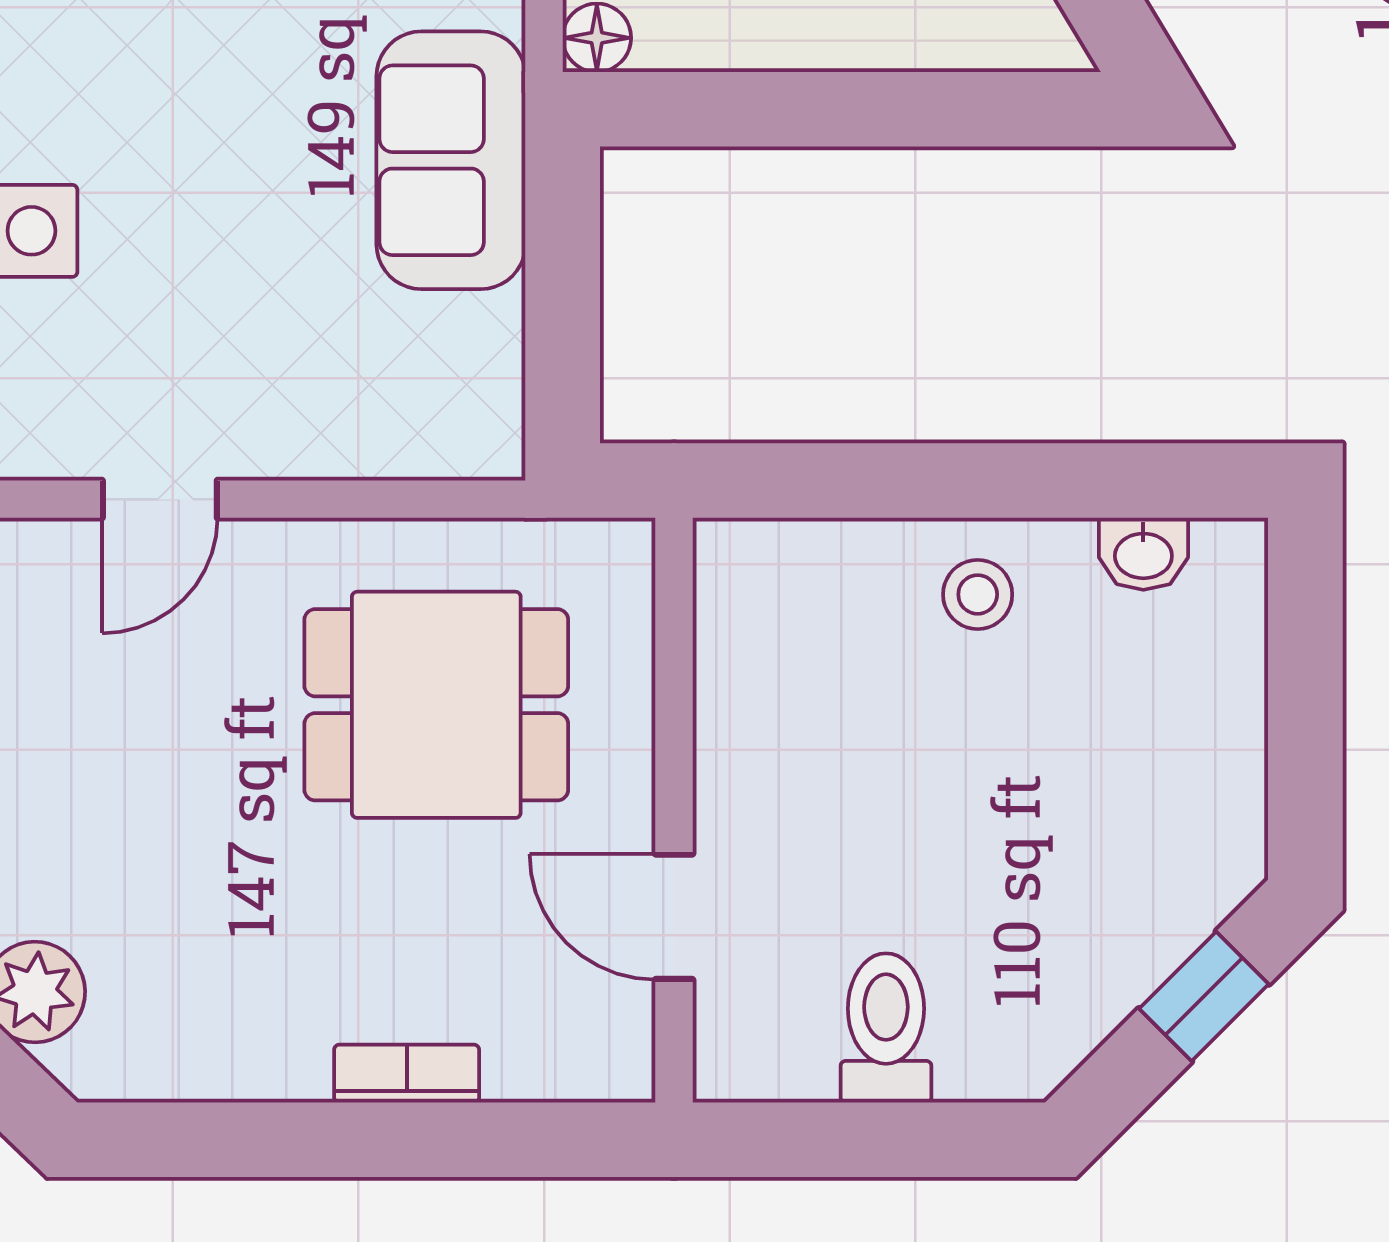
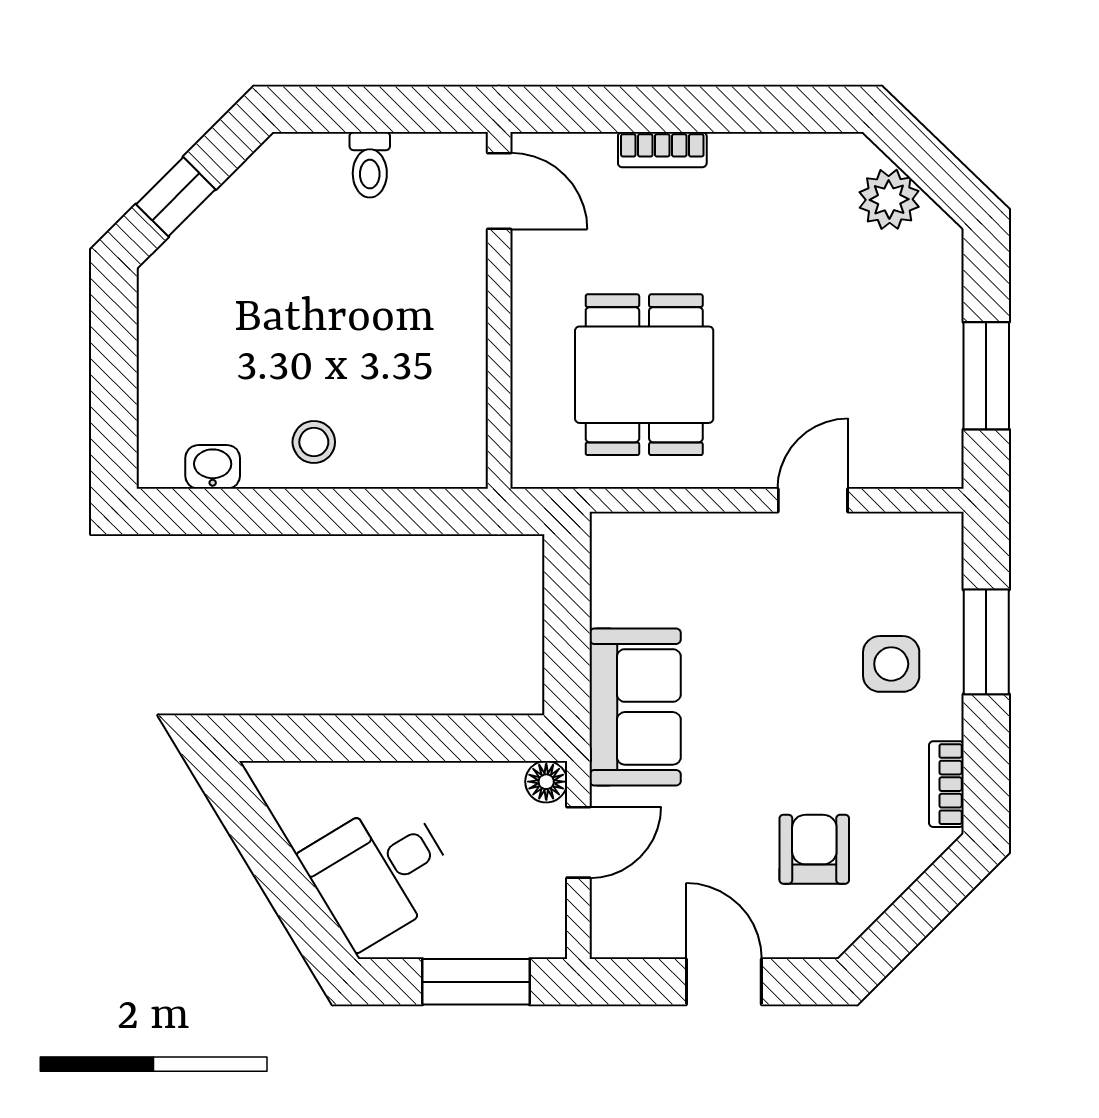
dining table: (436, 705) -> (644, 375), turned 90
door: (674, 917) -> (499, 191), moved
toilet: (886, 1028) -> (370, 165), width x0.73, depth x0.72

